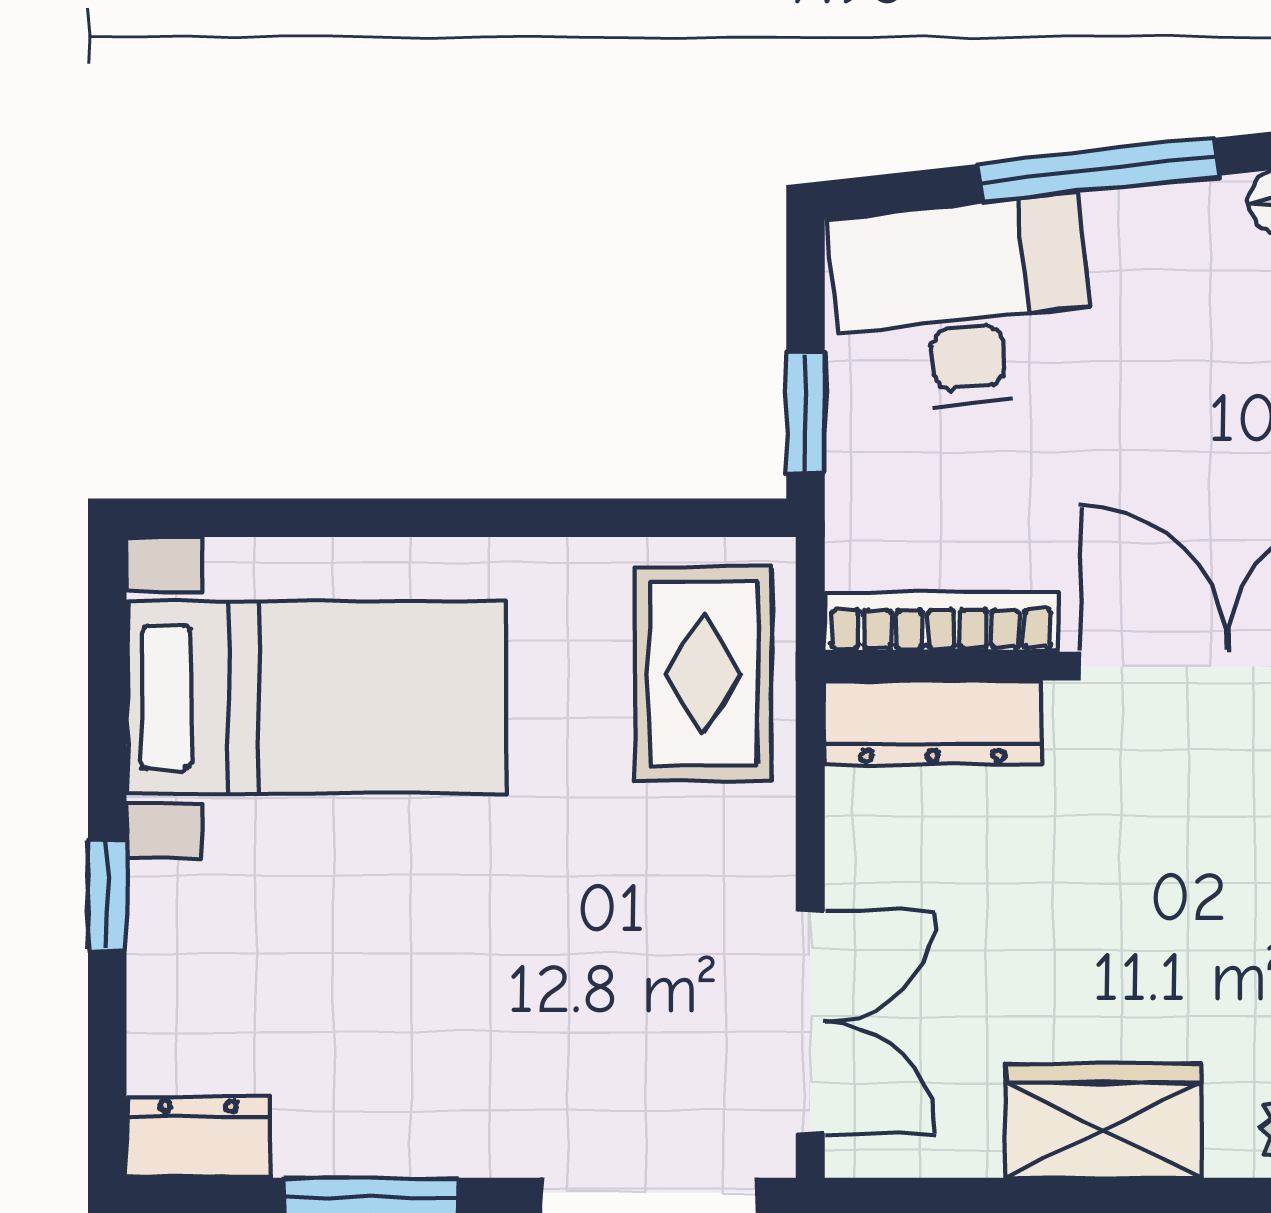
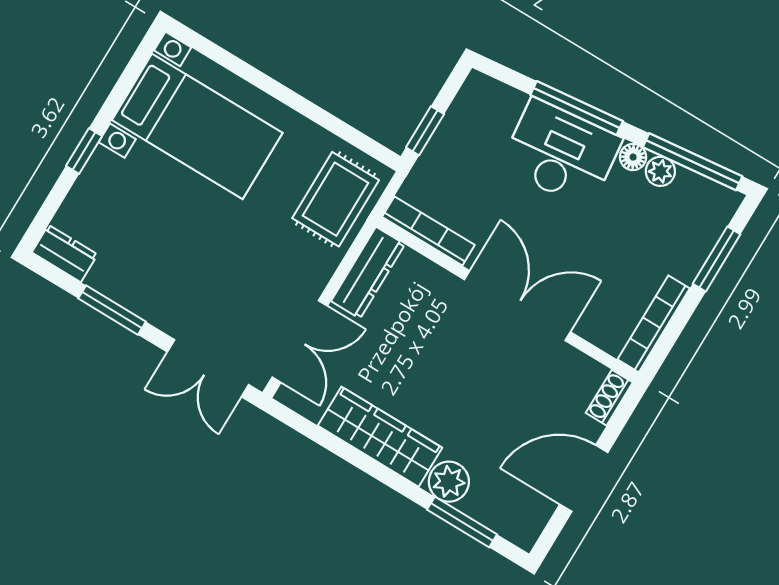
desk: (962, 304) -> (561, 153), moved
dresser: (933, 723) -> (368, 273), moved, turned -90
wardrobe: (1103, 1121) -> (380, 437), width x1.50

